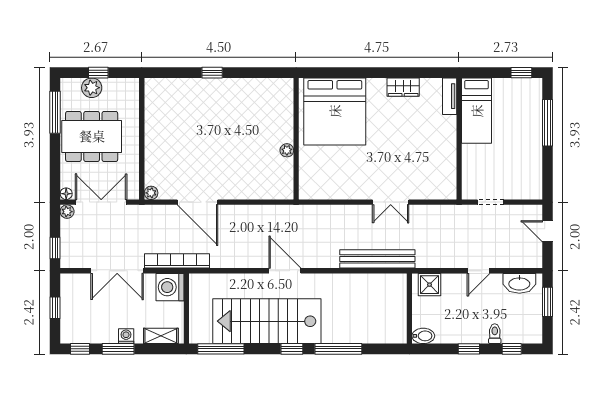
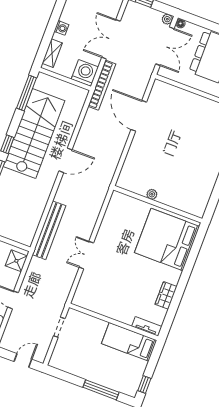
plant: (151, 193) -> (158, 85), removed
door: (197, 202) -> (139, 116), hinge flipped
window: (118, 349) -> (54, 19), removed

